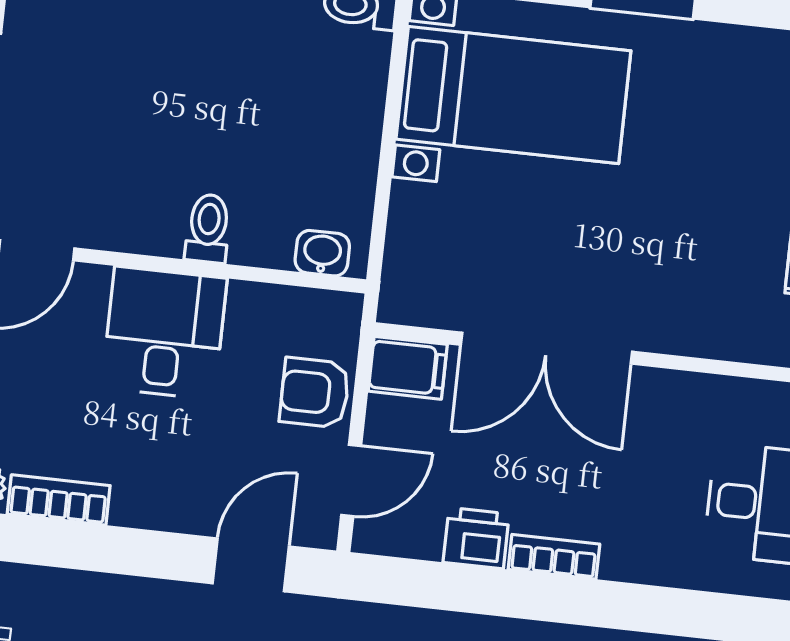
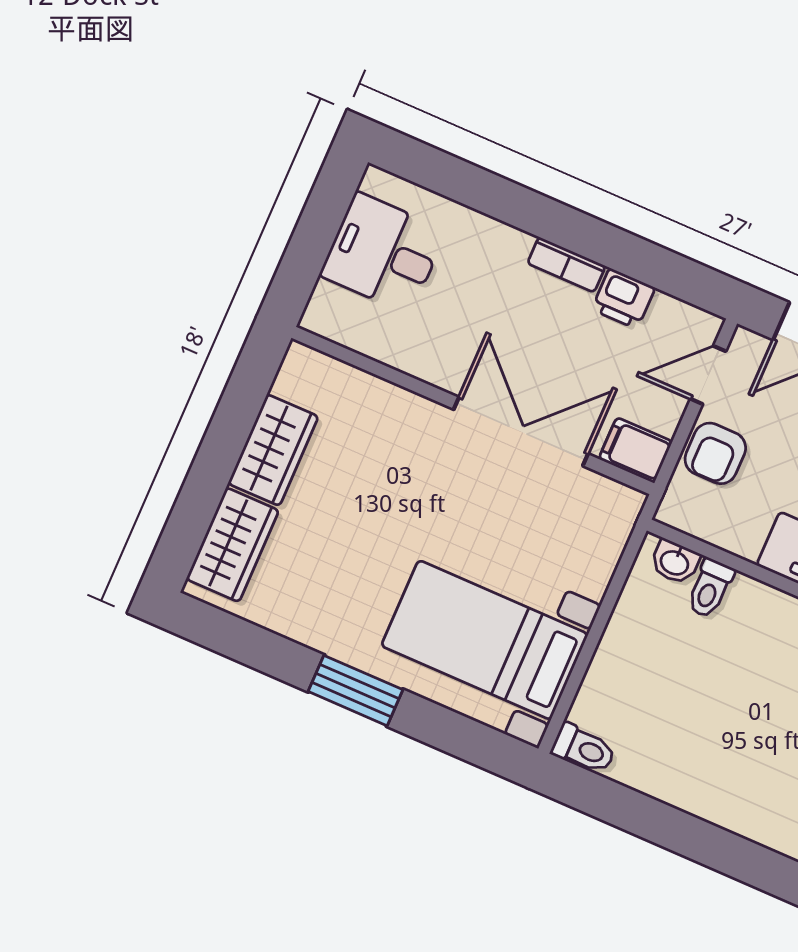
toilet: (208, 228) -> (710, 588), moved
armchair: (315, 393) -> (715, 453), turned 90

